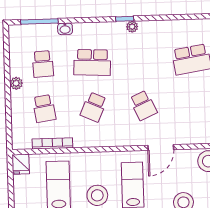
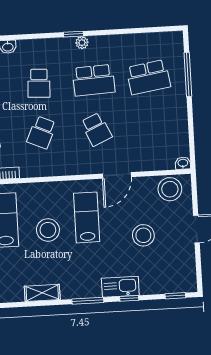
school desk: (142, 61) -> (94, 80), added
school desk: (92, 62) -> (39, 83), width x0.54

